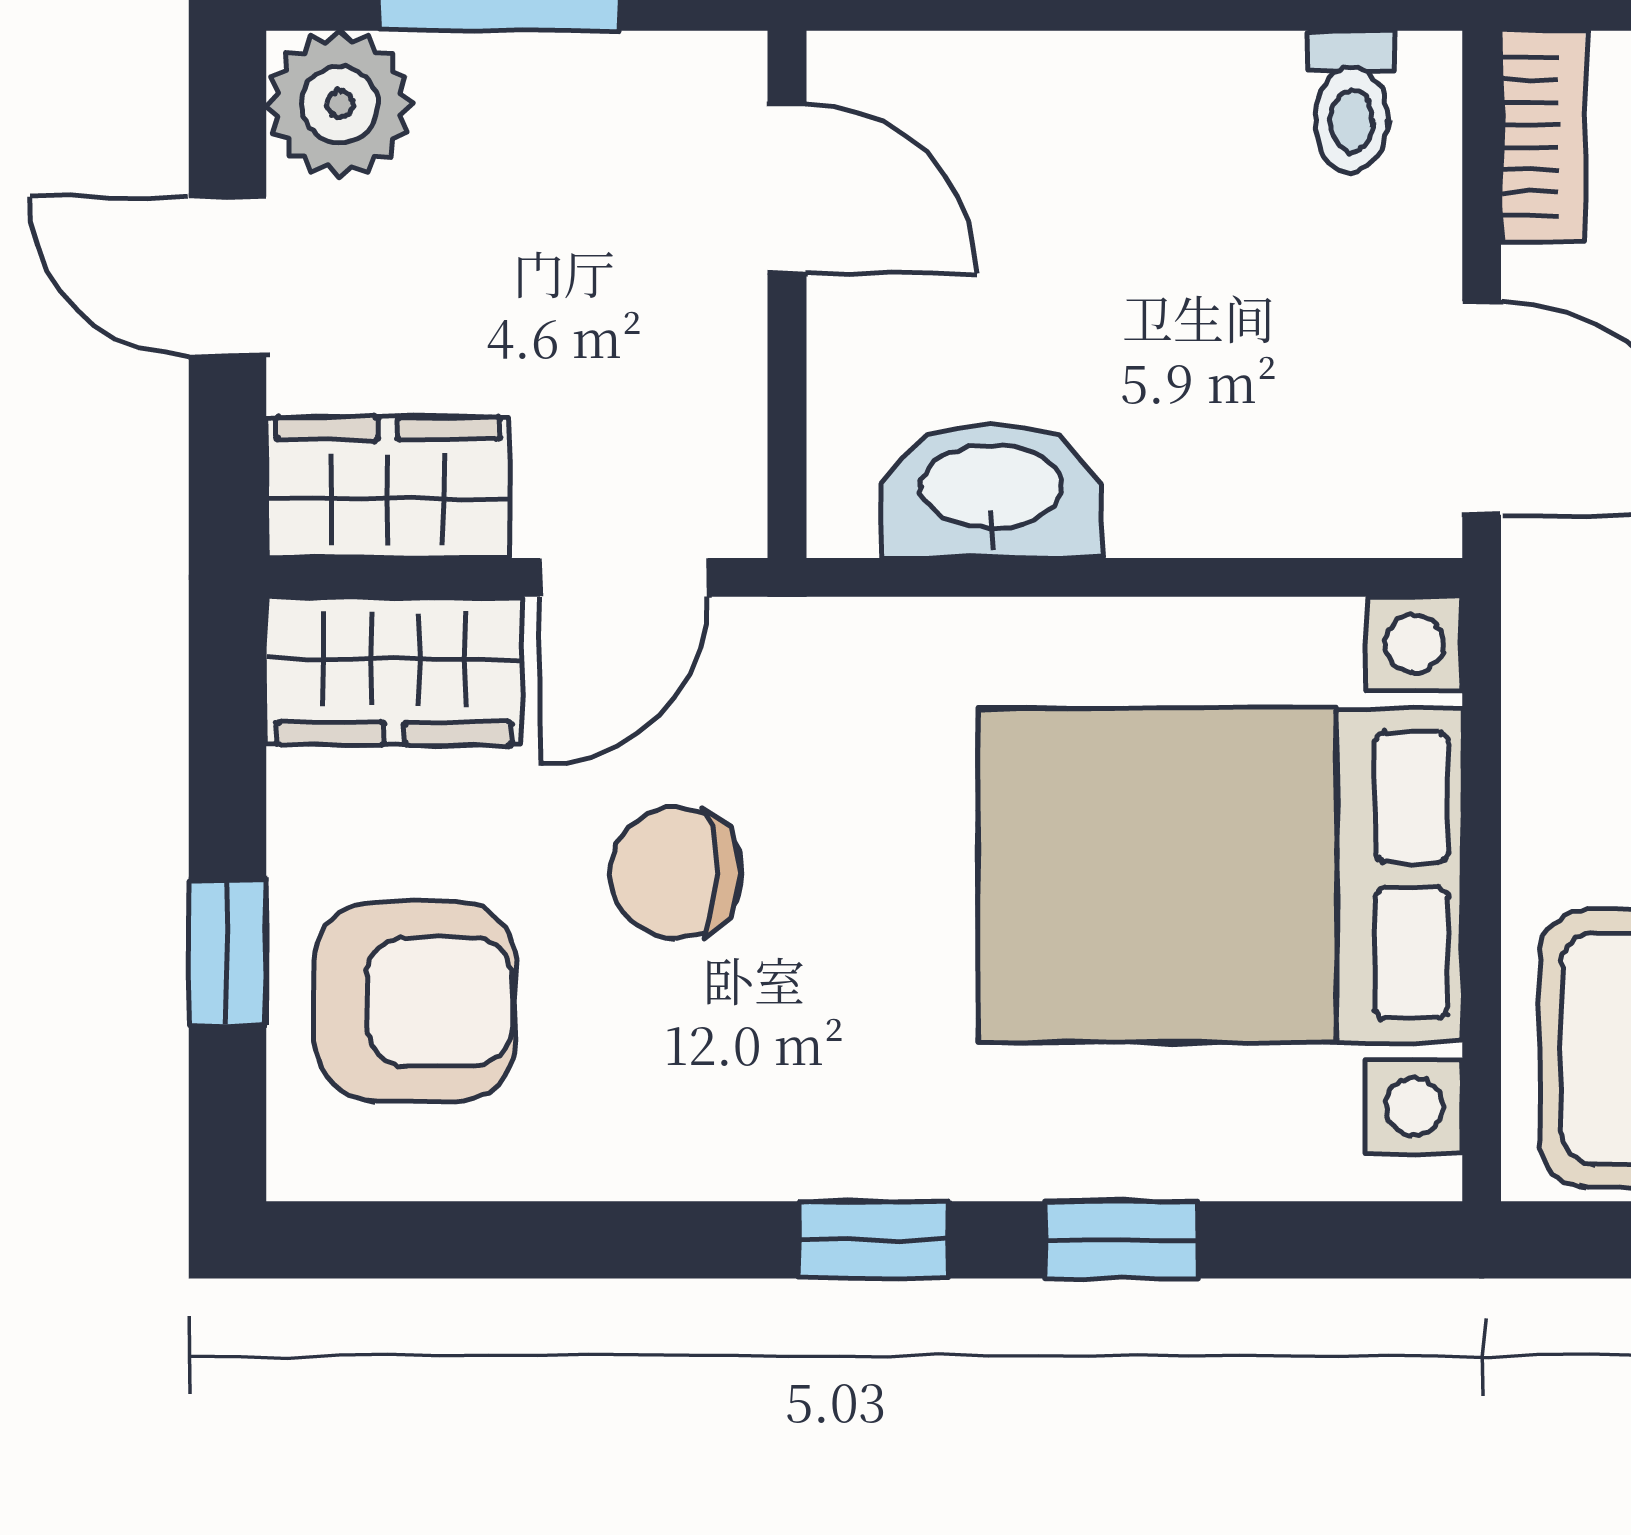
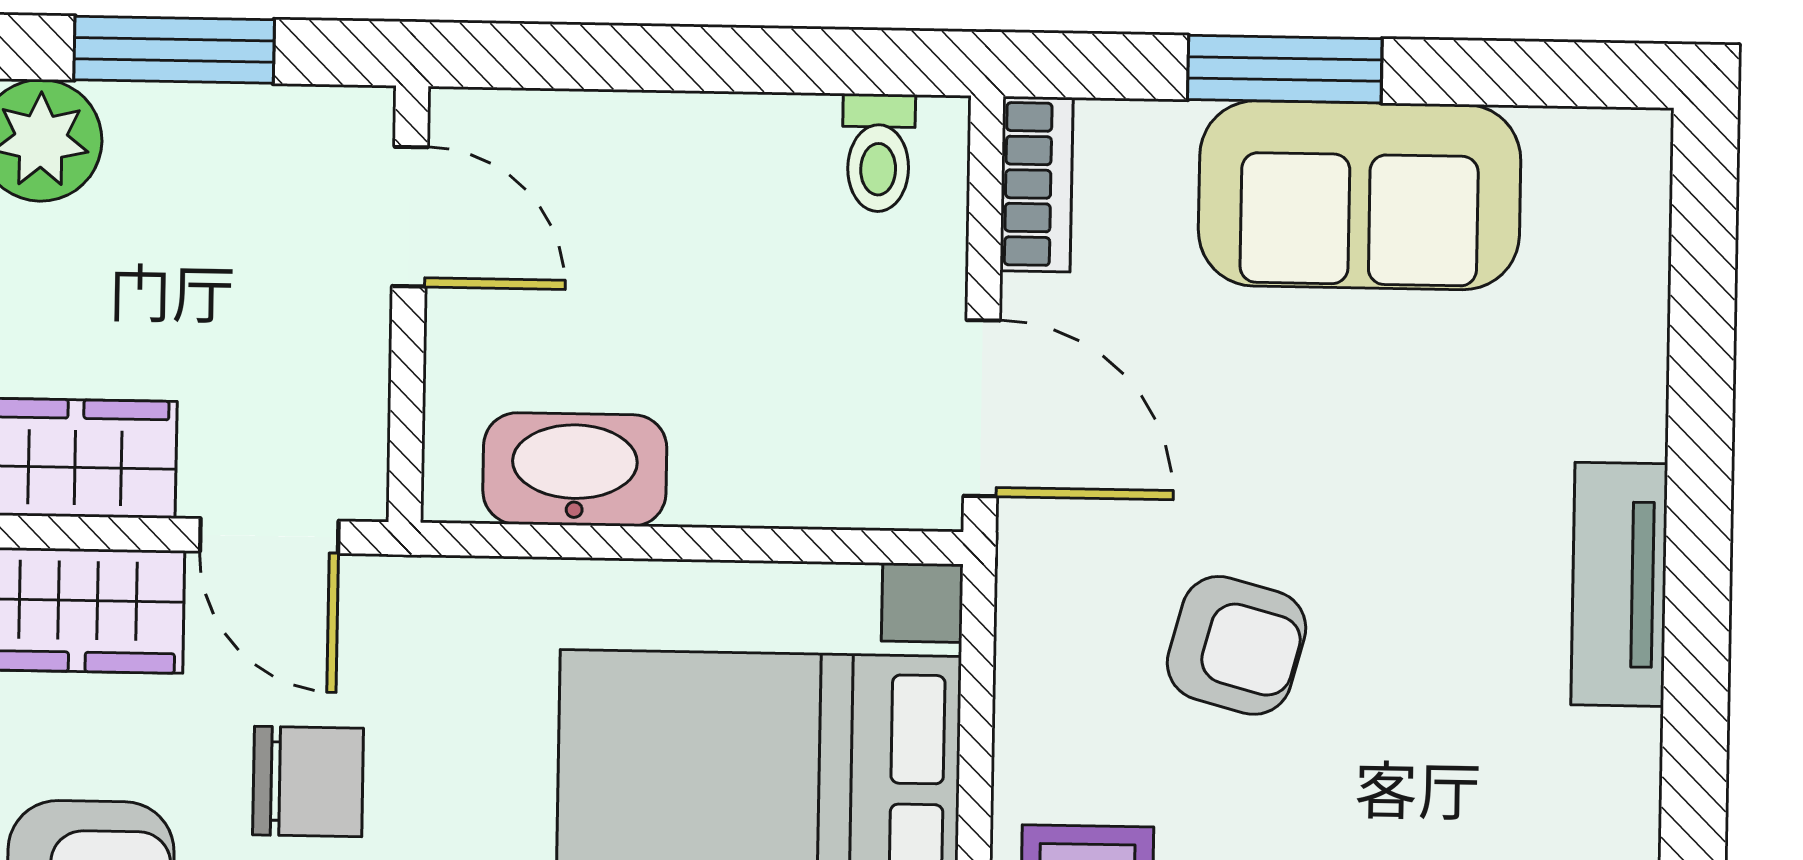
door: (624, 577) -> (269, 536), hinge flipped
chair: (676, 873) -> (308, 782), turned 180

